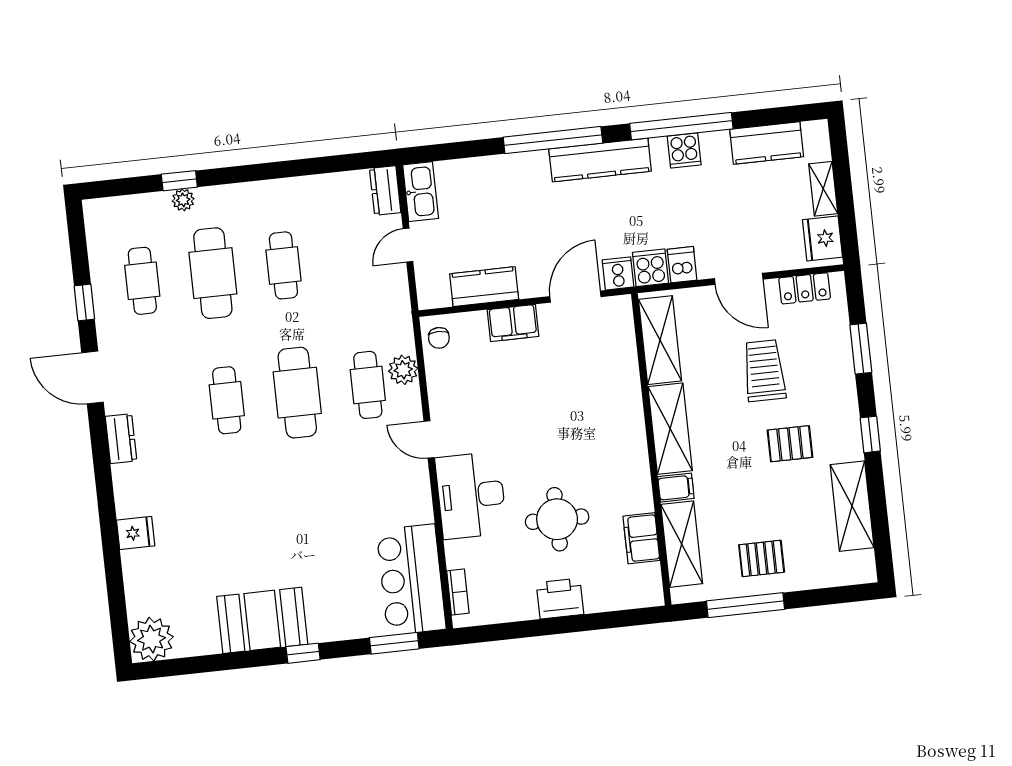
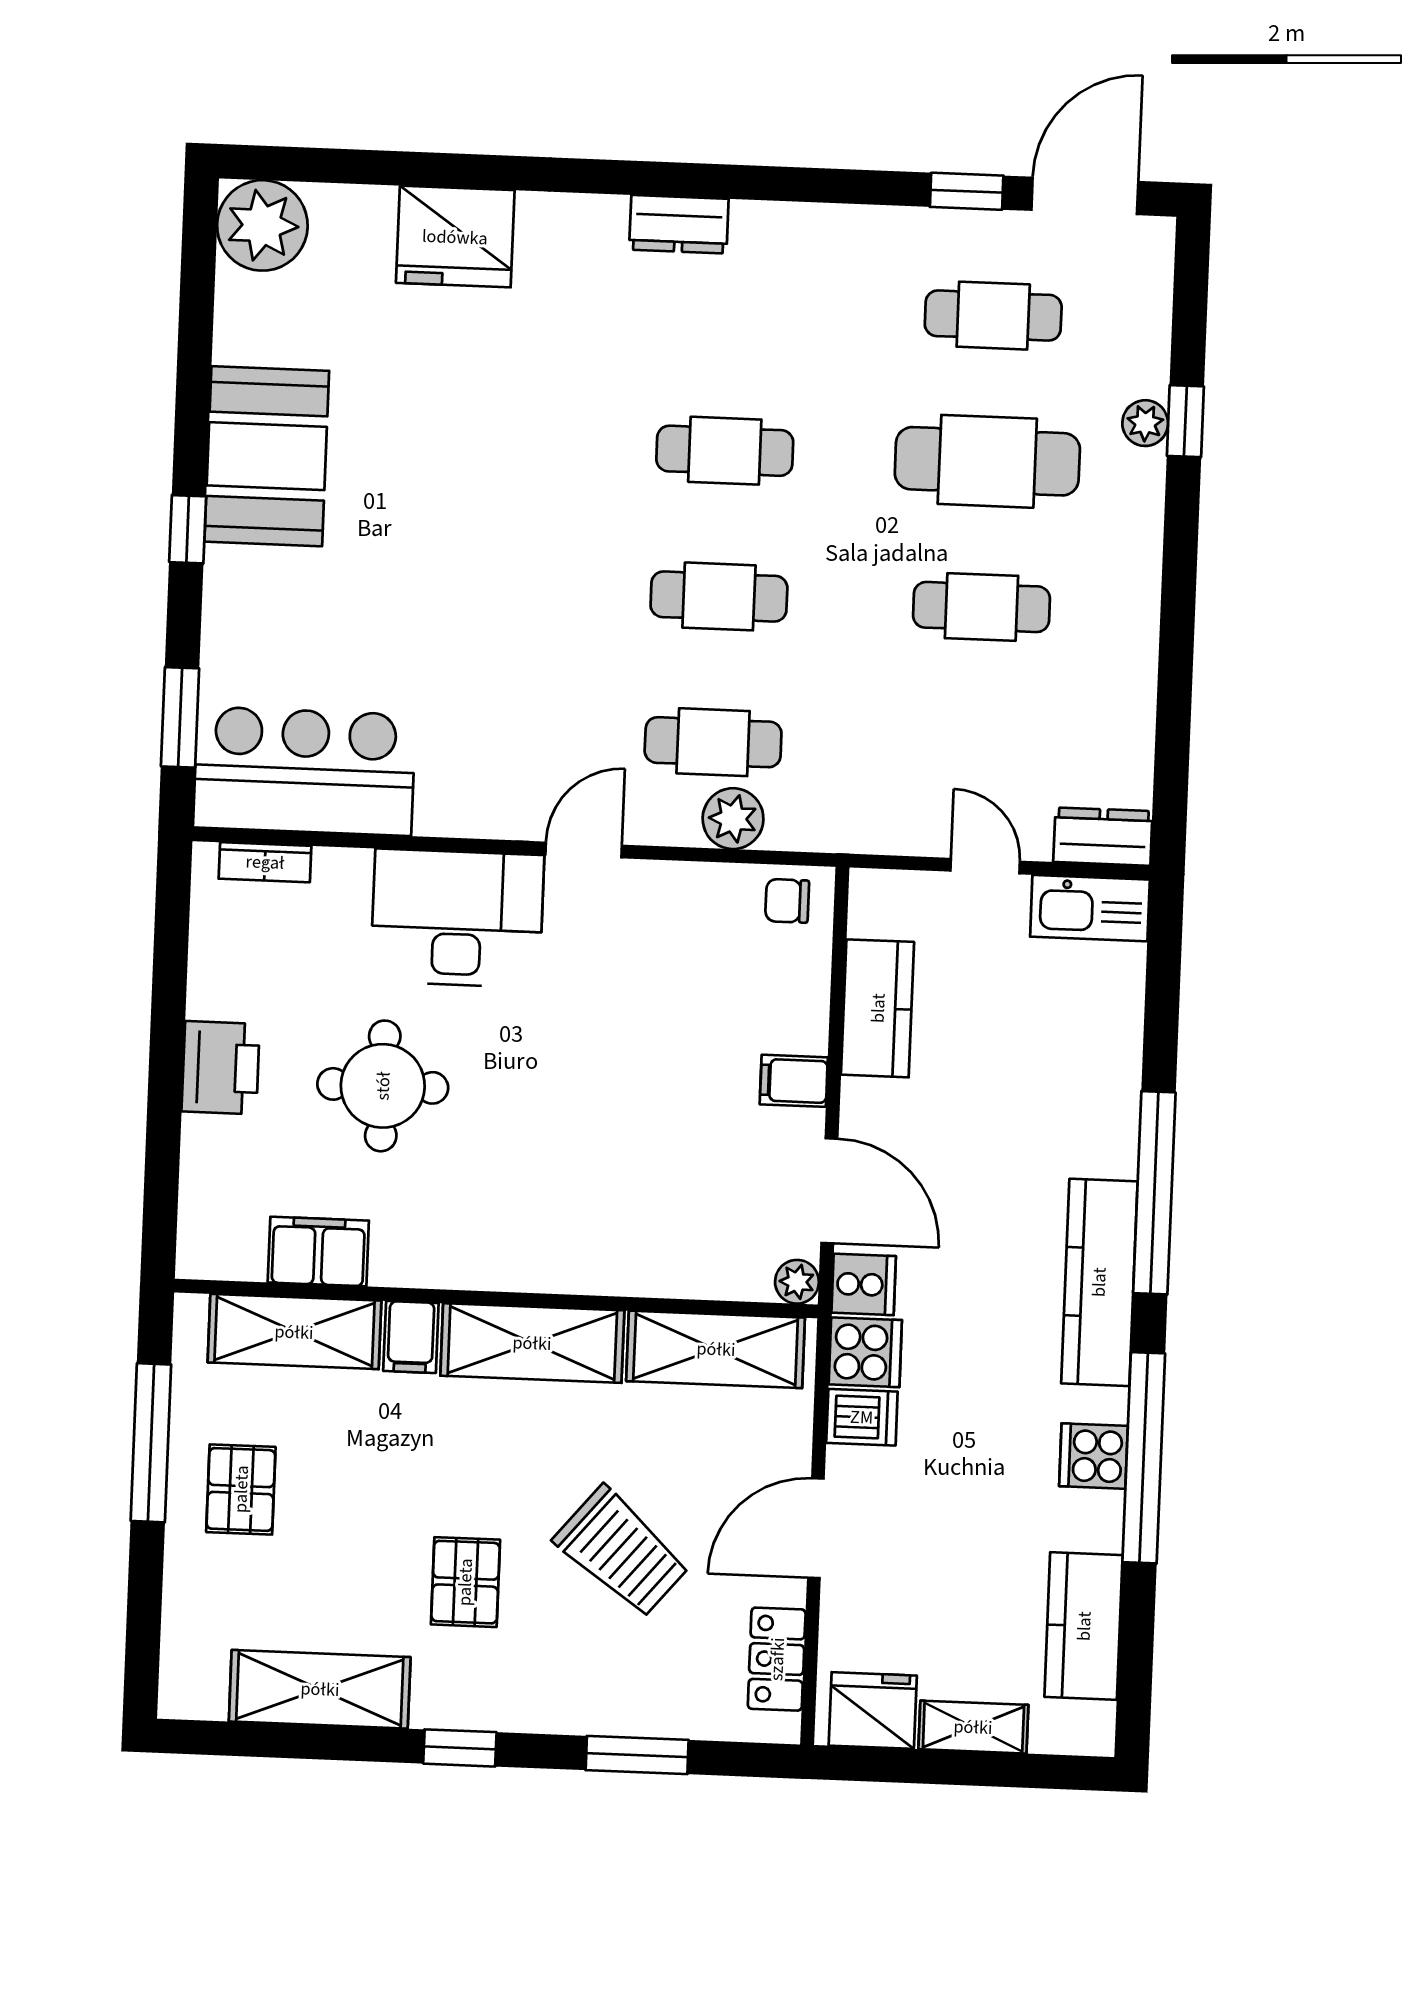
plant: (622, 306) -> (797, 1282), added
filing cabinet: (513, 323) -> (794, 1081), width x0.50
trolley: (764, 371) -> (622, 1552), turned 40
door: (93, 377) -> (1085, 196), moved
cafe table: (297, 393) -> (719, 596), width x0.73, depth x0.74
fridge: (136, 533) -> (455, 237), width x1.88, depth x1.34

